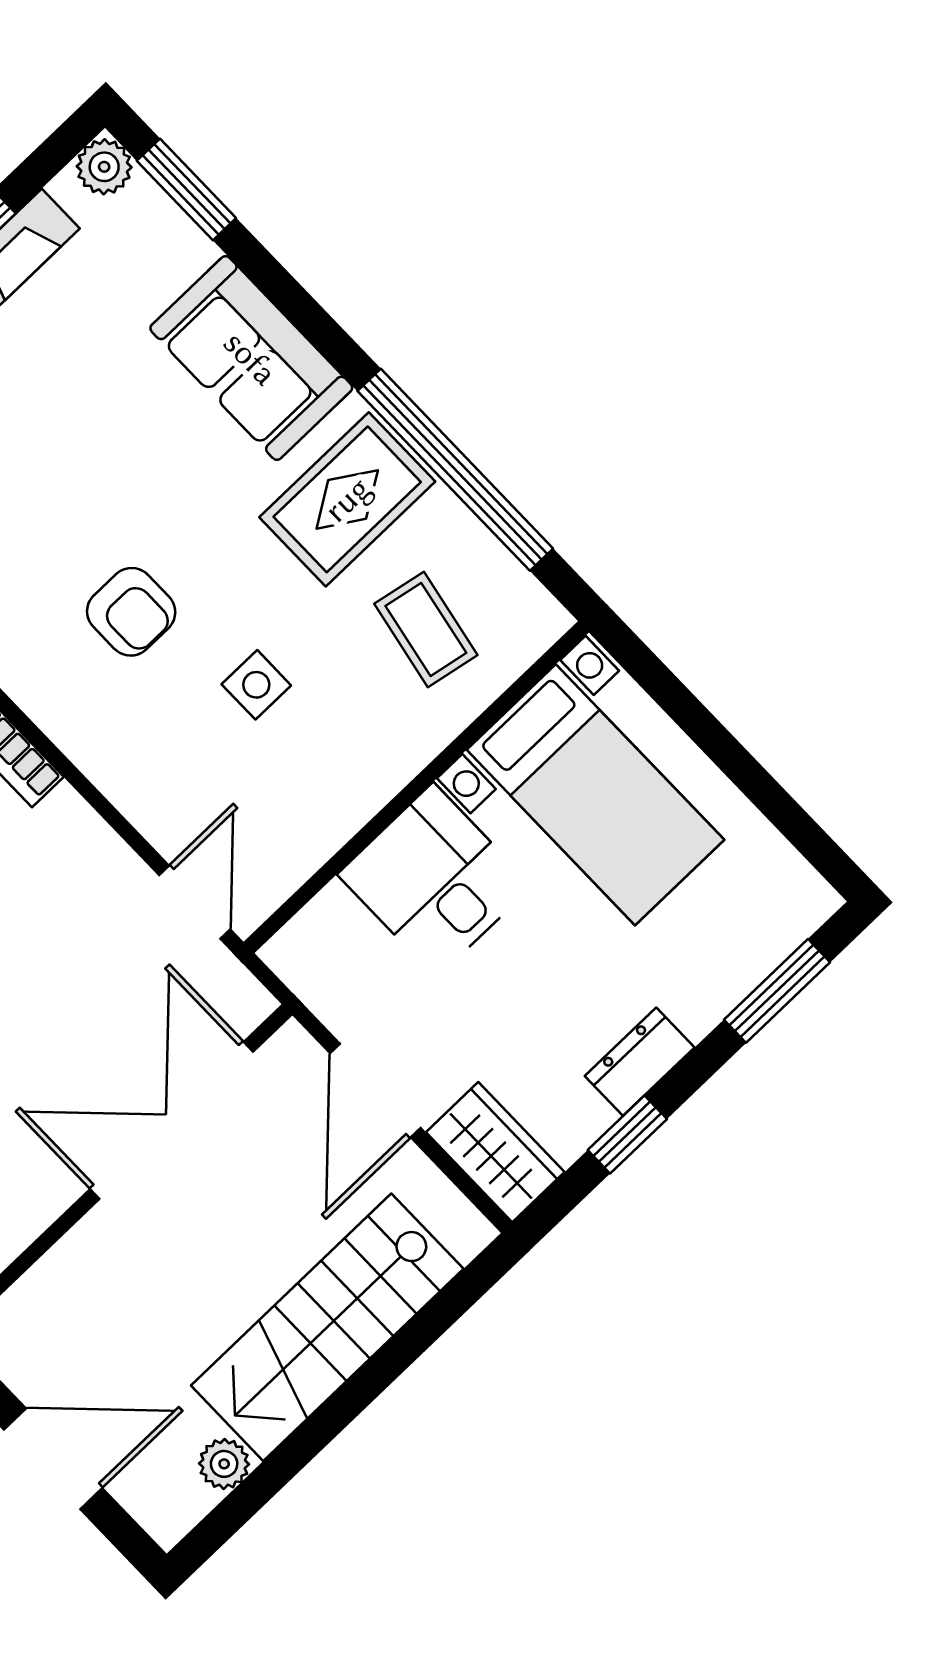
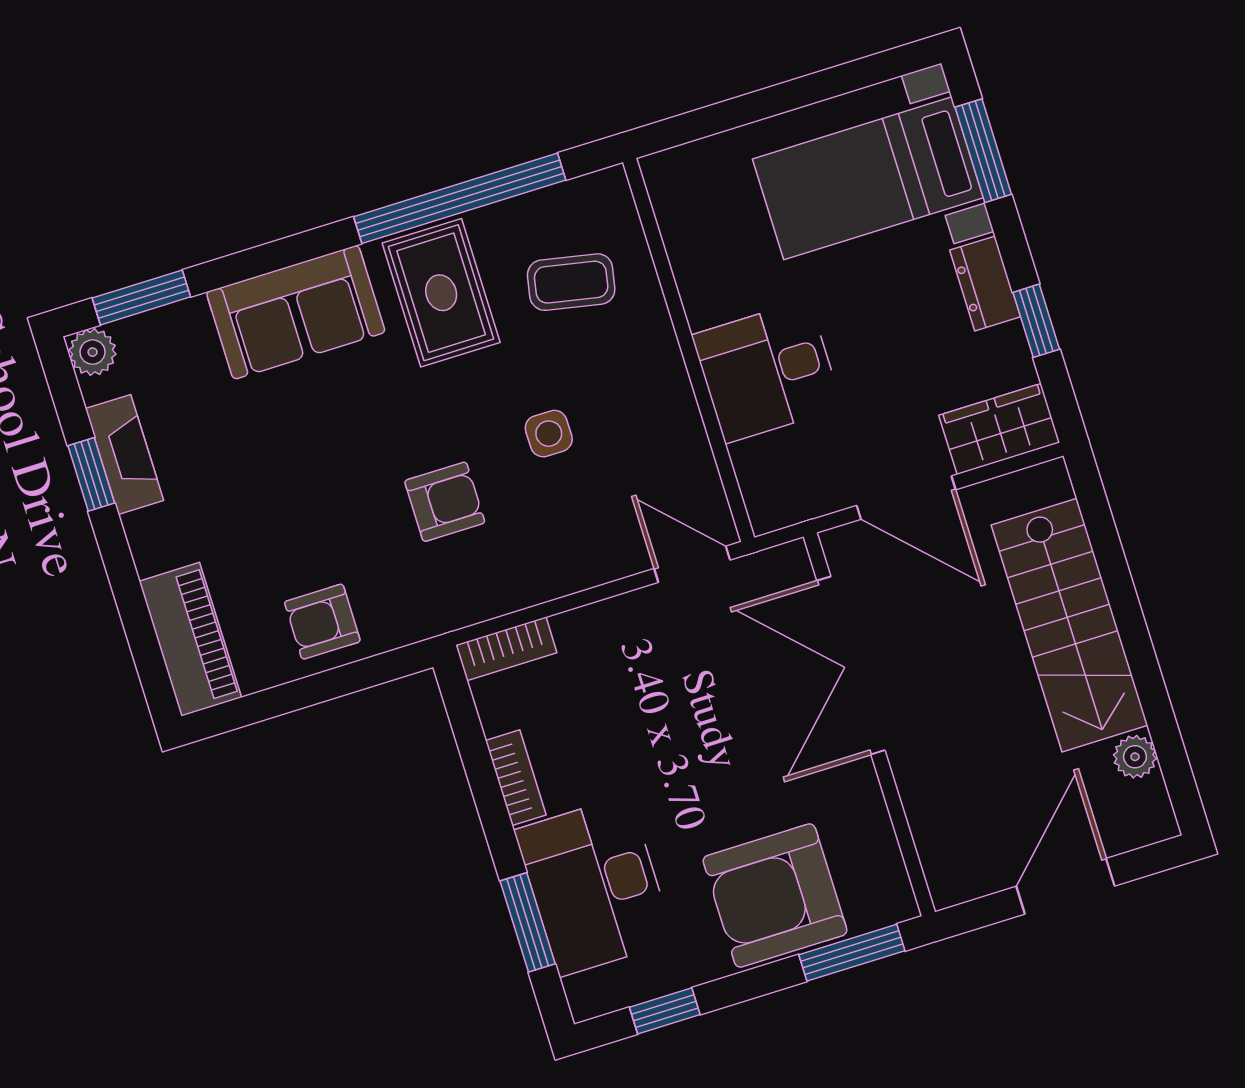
bed with nightstands: (595, 795) -> (868, 178), moved, turned 180

